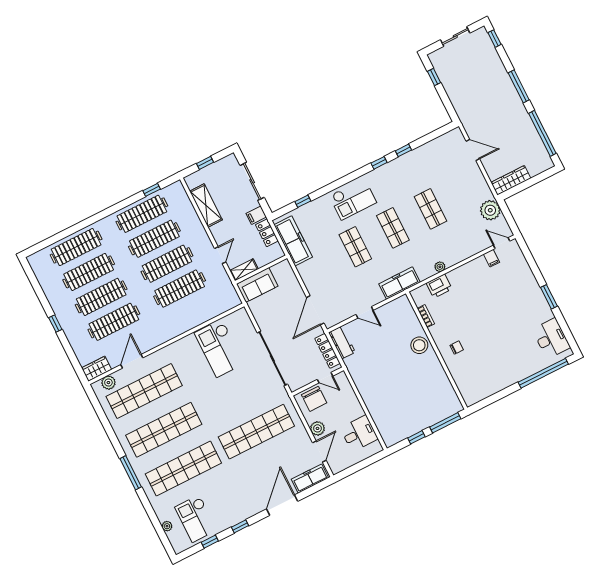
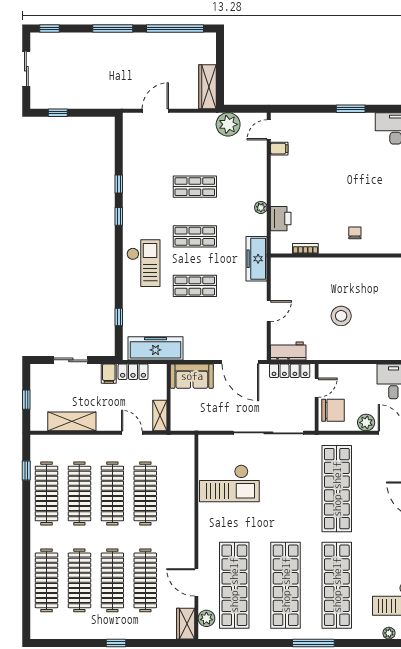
sliding door: (252, 181) -> (71, 360), width x0.73
sofa: (257, 285) -> (192, 376), moved, turned 90
stool: (419, 345) -> (341, 316), moved

